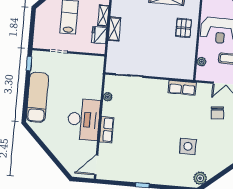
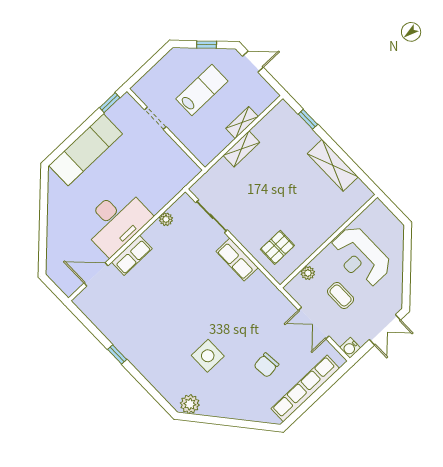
pallet: (184, 28) -> (277, 247), moved
fridge: (99, 35) -> (218, 141), removed
row of seats: (182, 88) -> (237, 260), moved
chair: (217, 113) -> (266, 365), moved
door: (96, 165) -> (96, 274), moved

